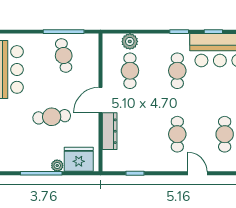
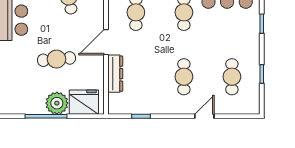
plant: (57, 165) -> (57, 103), width x1.87, depth x1.87
door: (198, 173) -> (204, 116), hinge flipped

